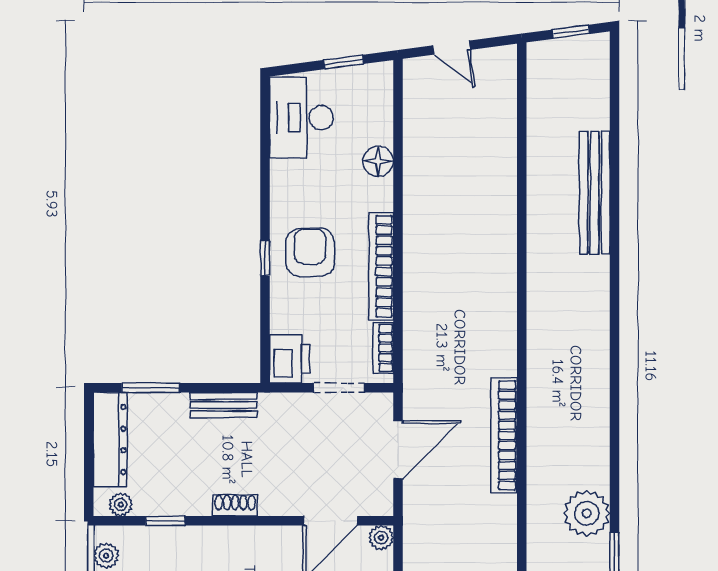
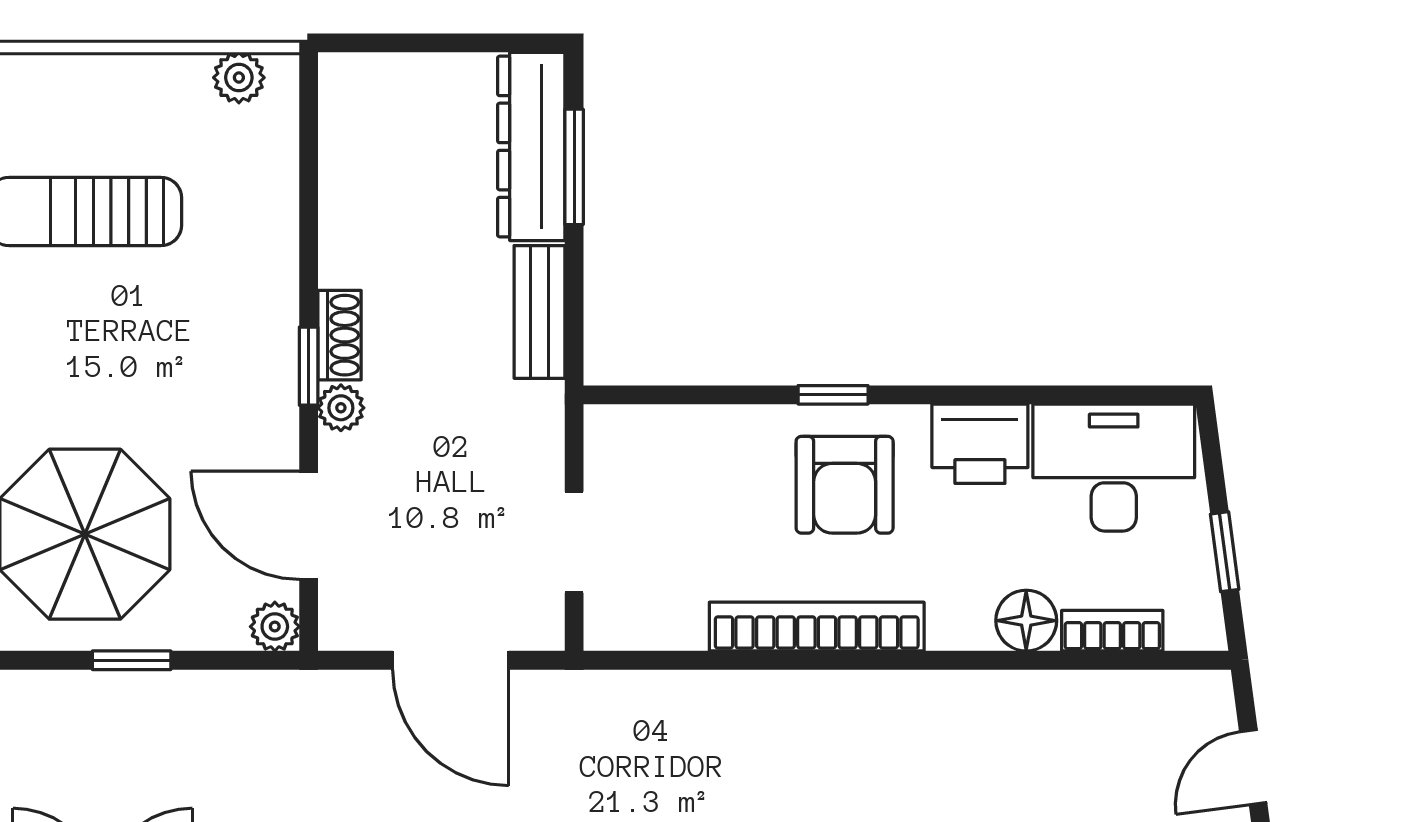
armchair: (310, 252) -> (845, 485), turned 90
bookcase: (383, 348) -> (1112, 631), moved
printer: (290, 359) -> (980, 444), moved
dresser: (110, 440) -> (531, 146), moved, turned 90
plant: (121, 505) -> (341, 408), moved
window: (165, 521) -> (309, 366), moved

